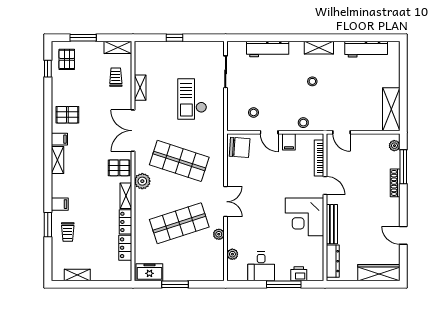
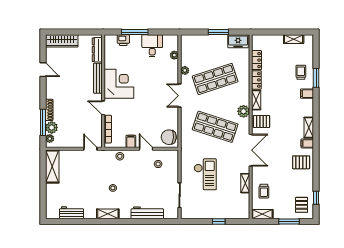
workbench: (366, 49) -> (72, 213), width x0.73
plant: (392, 160) -> (52, 128), added

